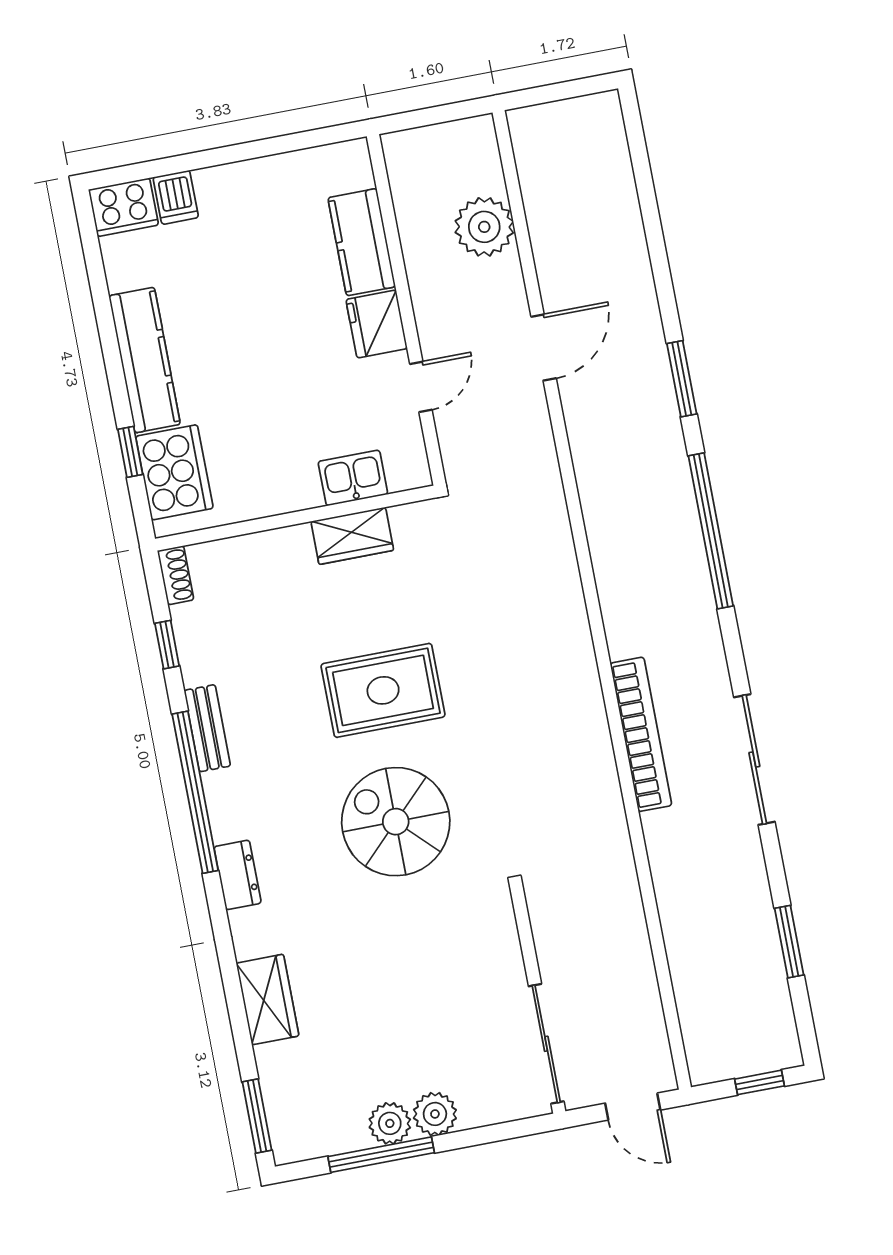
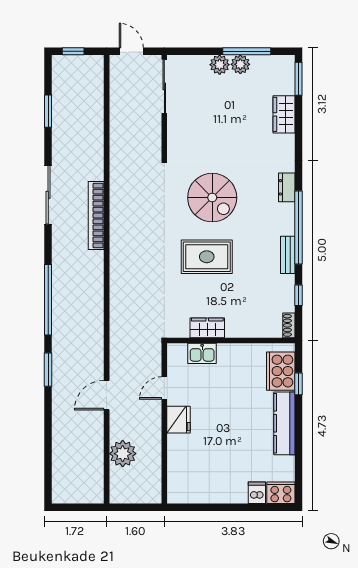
kitchen counter: (362, 242) -> (178, 457), removed
wardrobe: (267, 1000) -> (284, 114), moved

